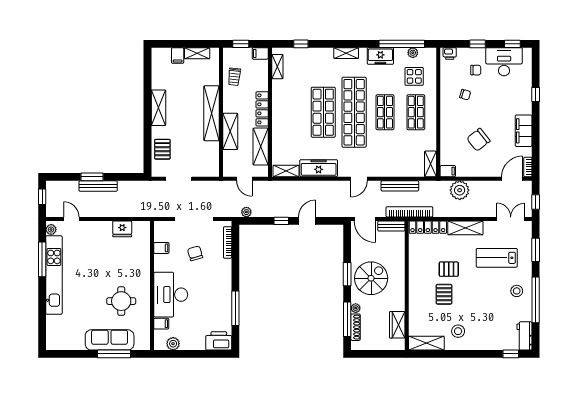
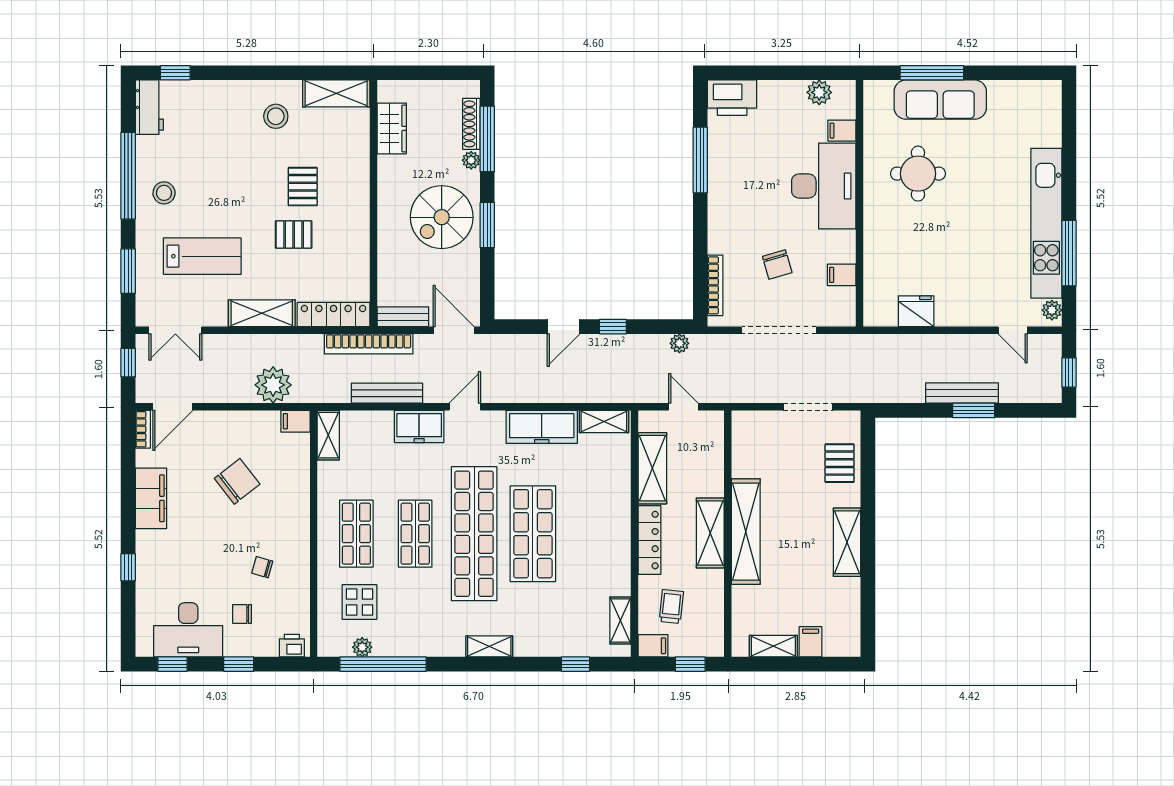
freezer: (380, 56) -> (419, 426), moved, turned 180
trolley: (234, 77) -> (671, 606), moved
shelving: (230, 131) -> (710, 533), moved

